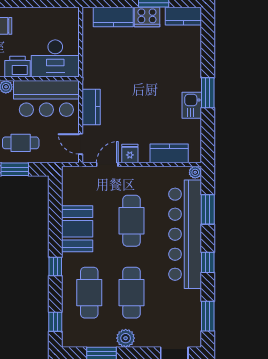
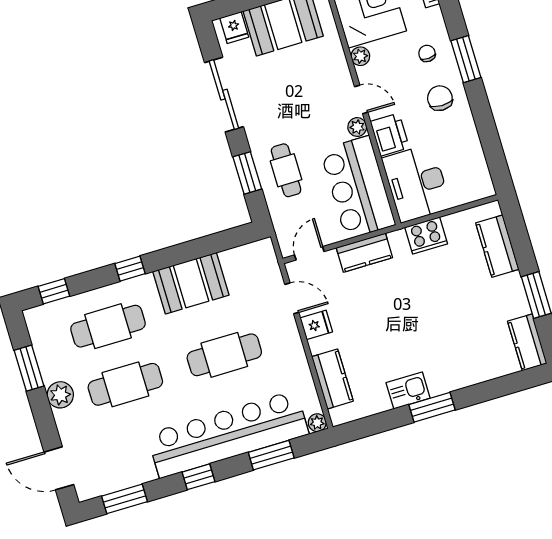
cooker: (147, 17) -> (426, 235), moved, turned -90

